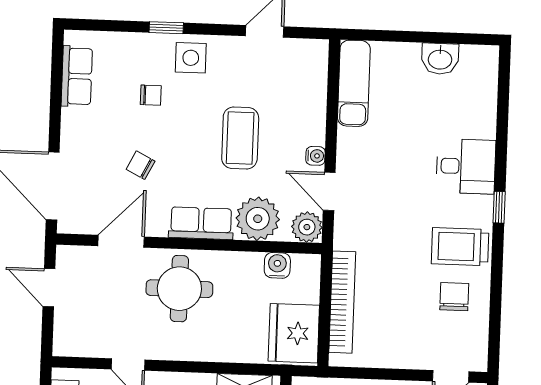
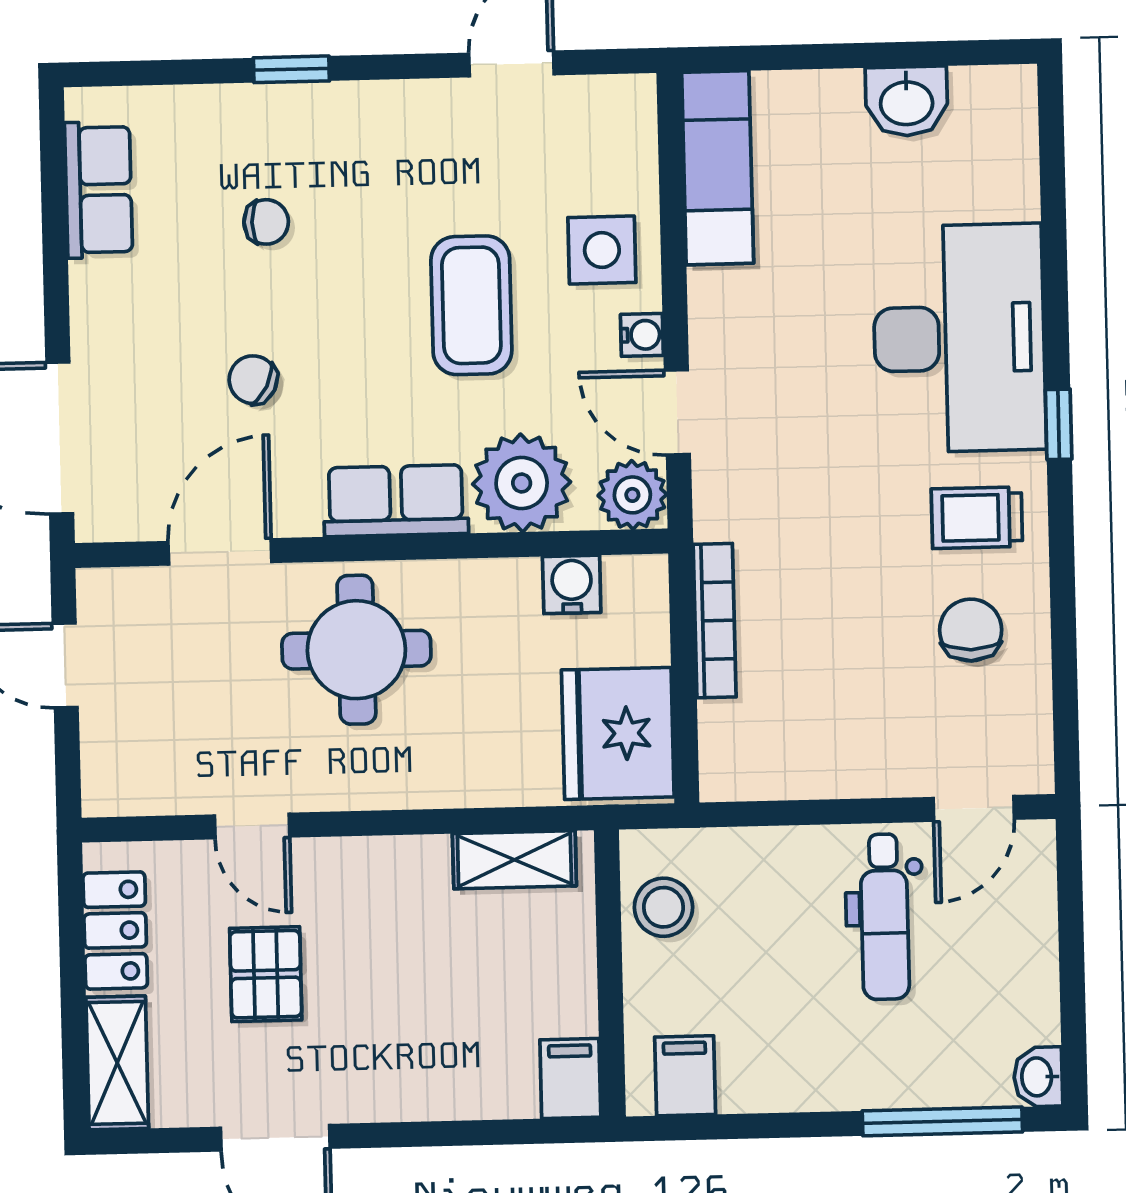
side table: (191, 58) -> (602, 250), moved
desk: (466, 166) -> (959, 338), width x1.87, depth x1.30
trolley: (460, 247) -> (977, 518), width x0.73, depth x0.72
bookcase: (342, 302) -> (715, 621), width x0.68, depth x0.76

